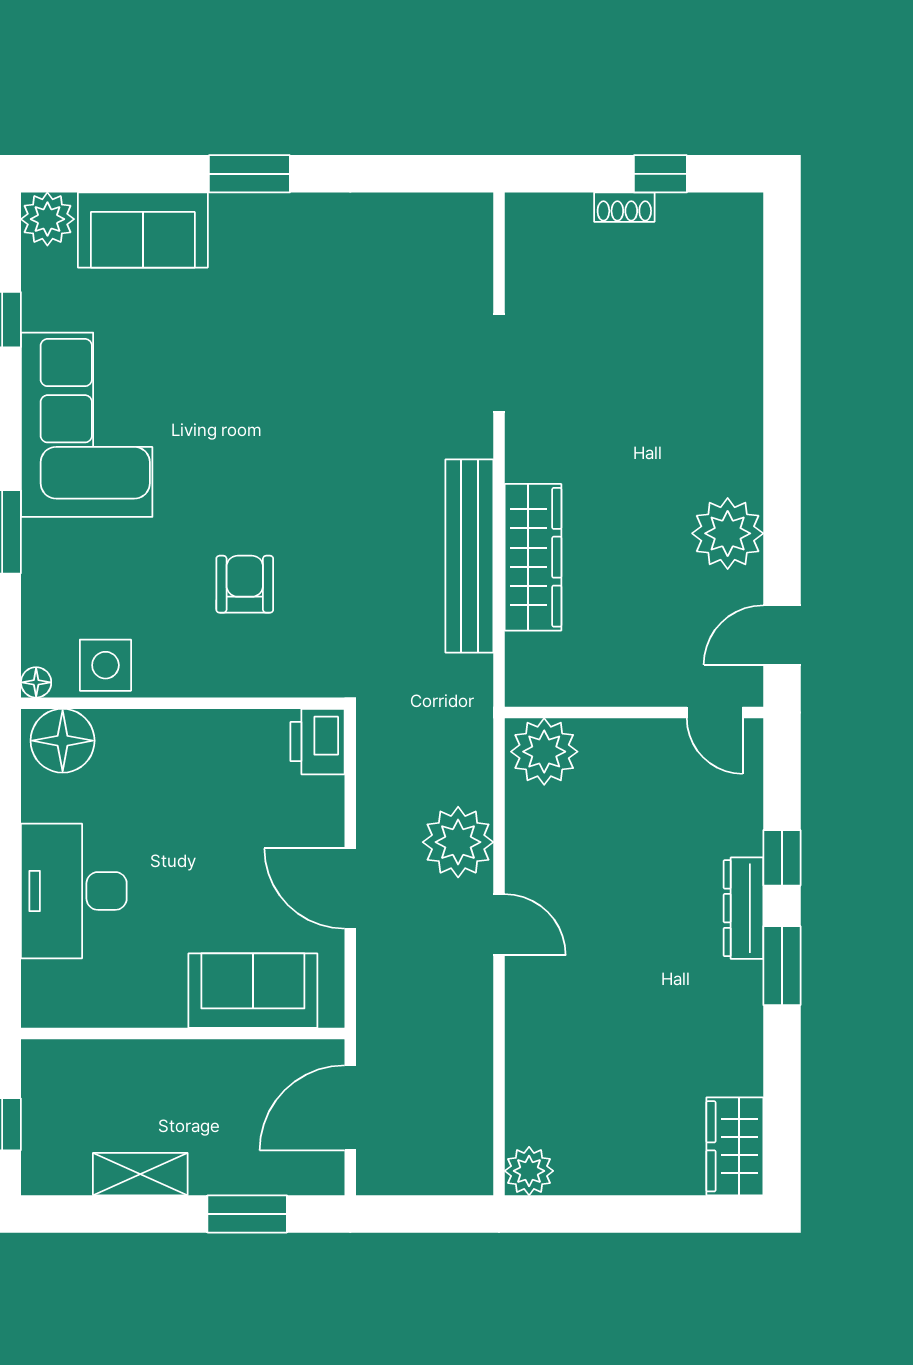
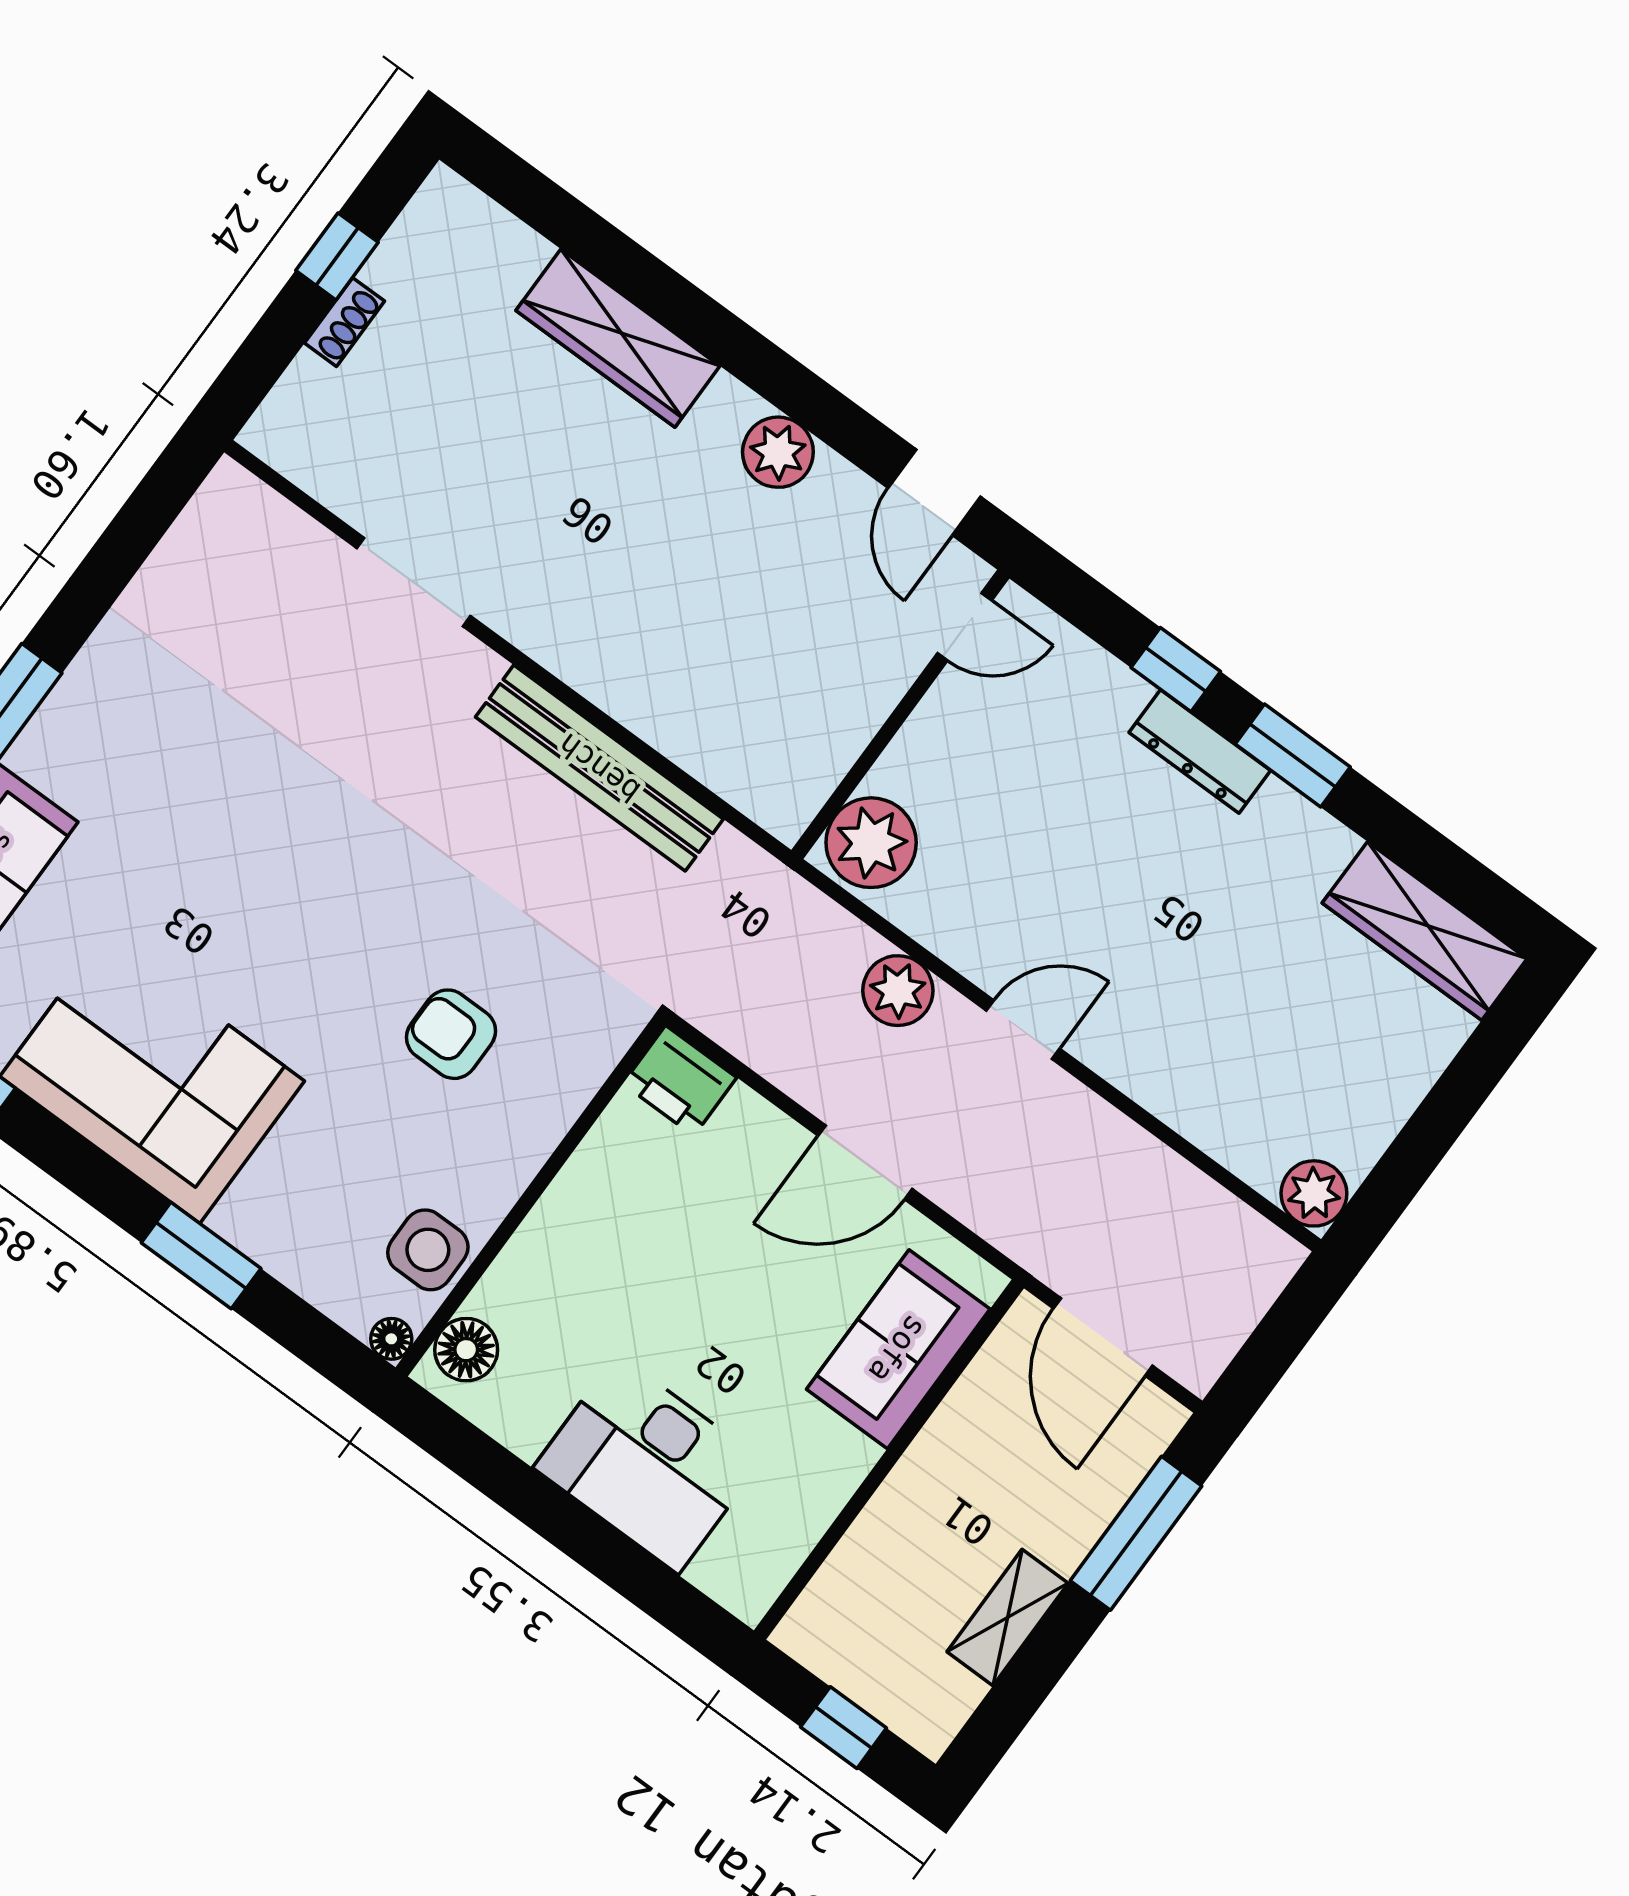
plant: (728, 533) -> (778, 452), width x0.73, depth x0.73
wardrobe: (533, 557) -> (618, 338), moved, turned 180
floor lamp: (63, 741) -> (466, 1350), width x0.73, depth x0.73
plant: (458, 842) -> (898, 991), width x0.73, depth x0.73
wardrobe: (735, 1146) -> (1425, 931), width x1.50
window: (247, 1214) -> (1136, 1533), width x1.44

